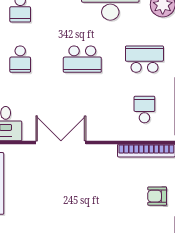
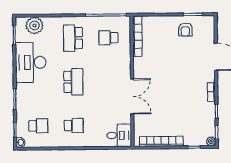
double door: (61, 142) -> (132, 96), swing flipped
armchair: (157, 196) -> (185, 30), moved

